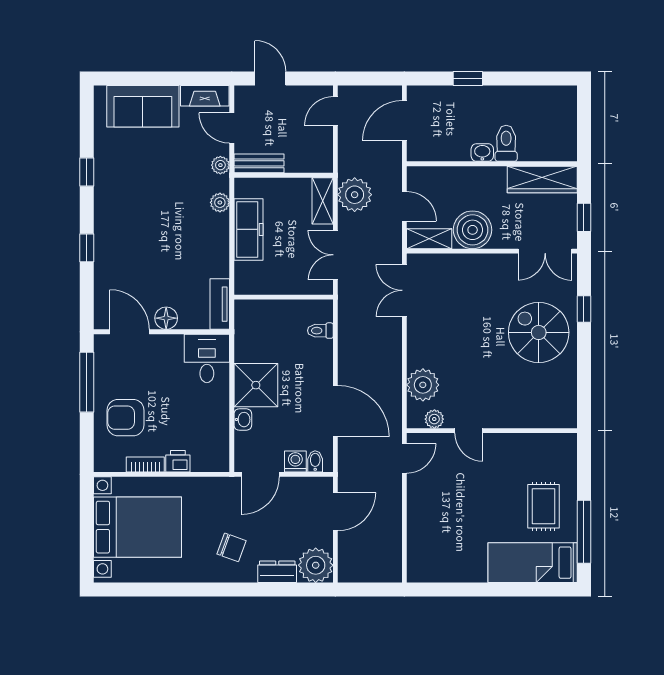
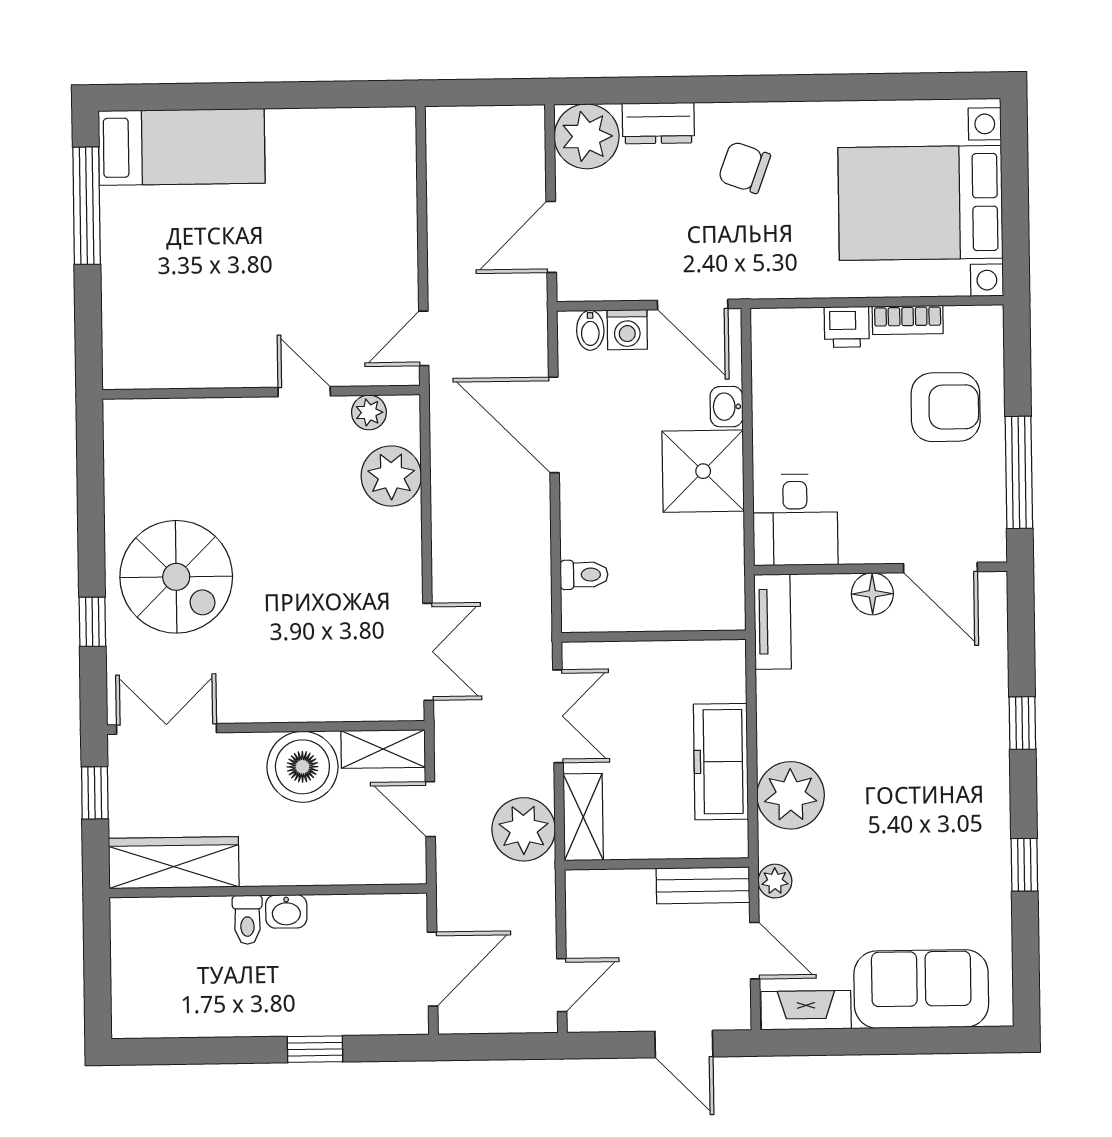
toilet: (506, 143) -> (247, 920), width x0.73, depth x0.72
plant: (220, 202) -> (791, 795), width x1.87, depth x1.87
door: (260, 474) -> (693, 304), swing flipped
rug: (543, 506) -> (163, 253), removed

